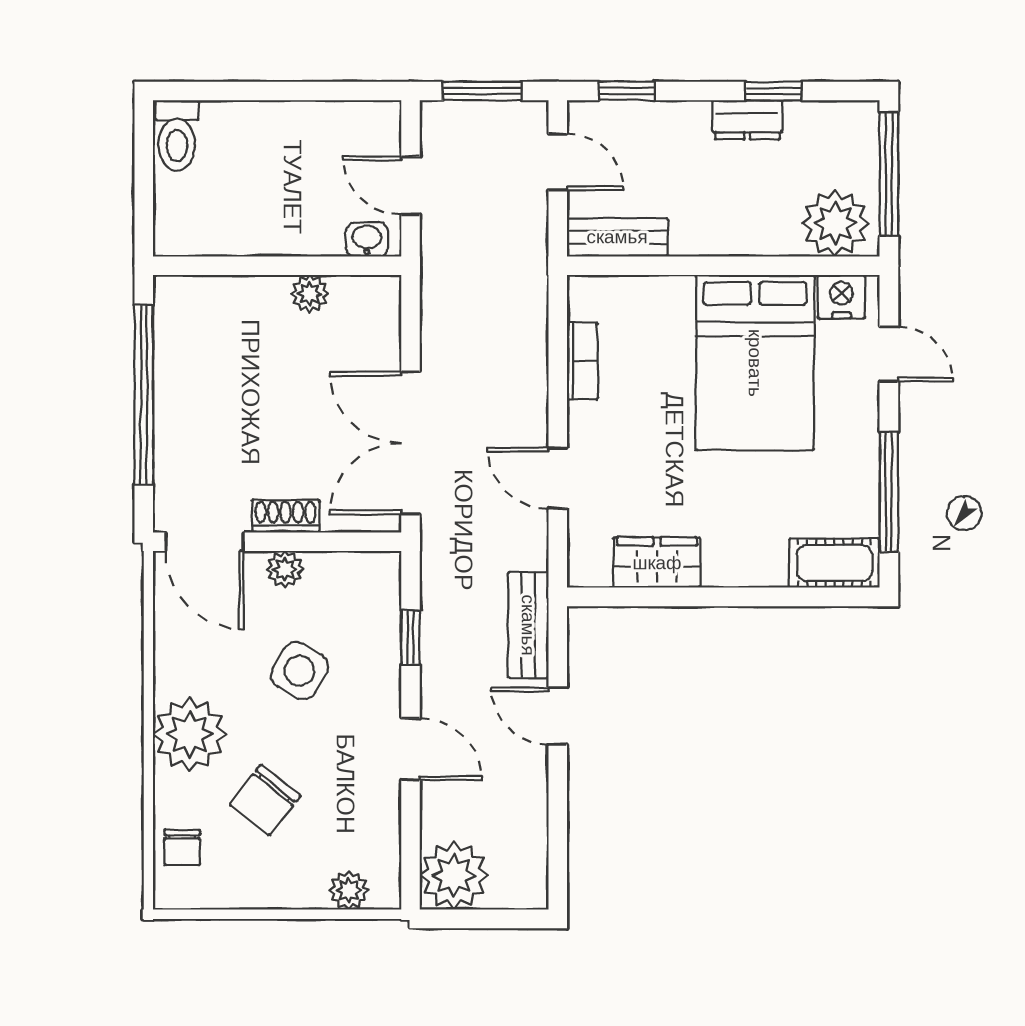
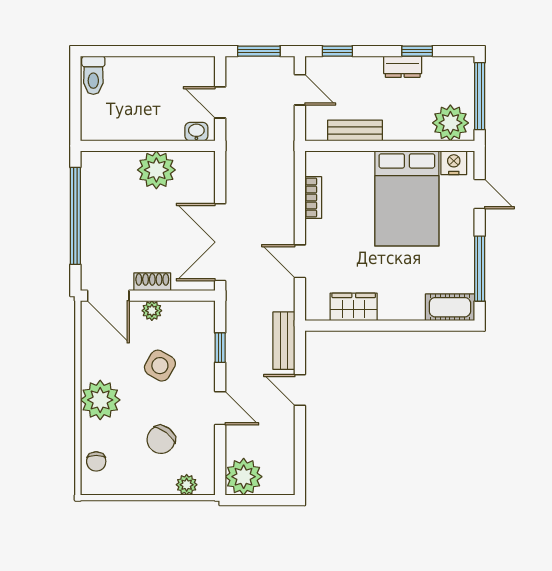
bench: (617, 237) -> (355, 131), moved
plant: (310, 294) -> (156, 170), width x1.87, depth x1.87
chair: (265, 800) -> (161, 440), moved

